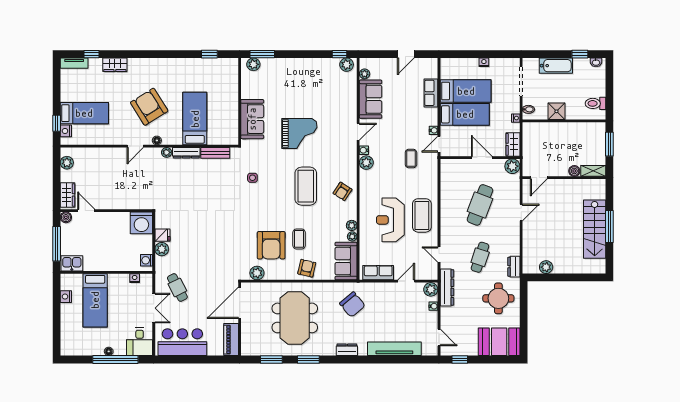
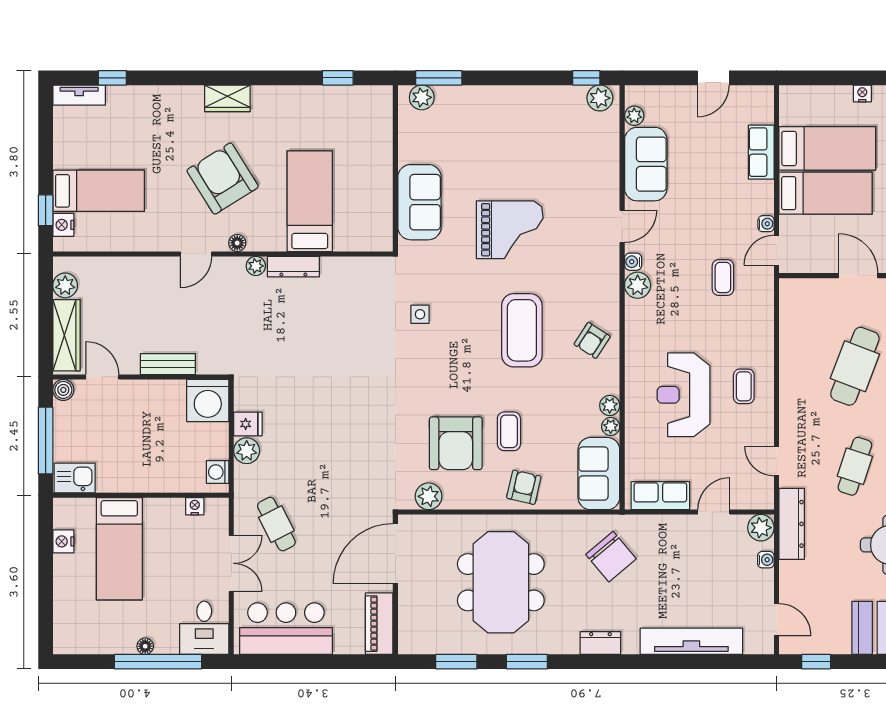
wardrobe: (115, 65) -> (227, 98), moved
bench: (215, 153) -> (168, 364), moved
wardrobe: (68, 195) -> (67, 335), width x1.50
coffee table: (422, 215) -> (744, 386), width x0.54, depth x0.58

